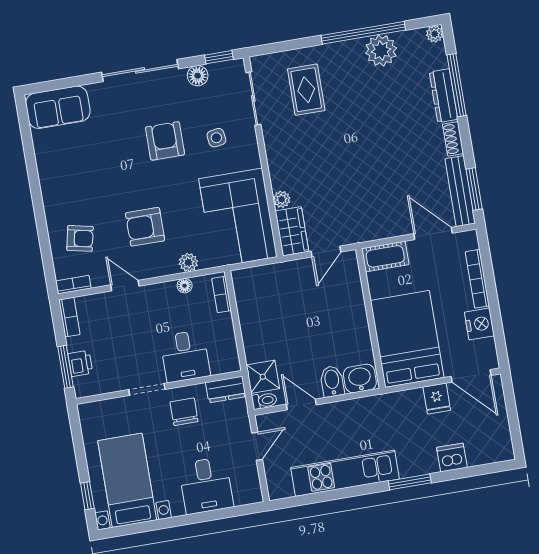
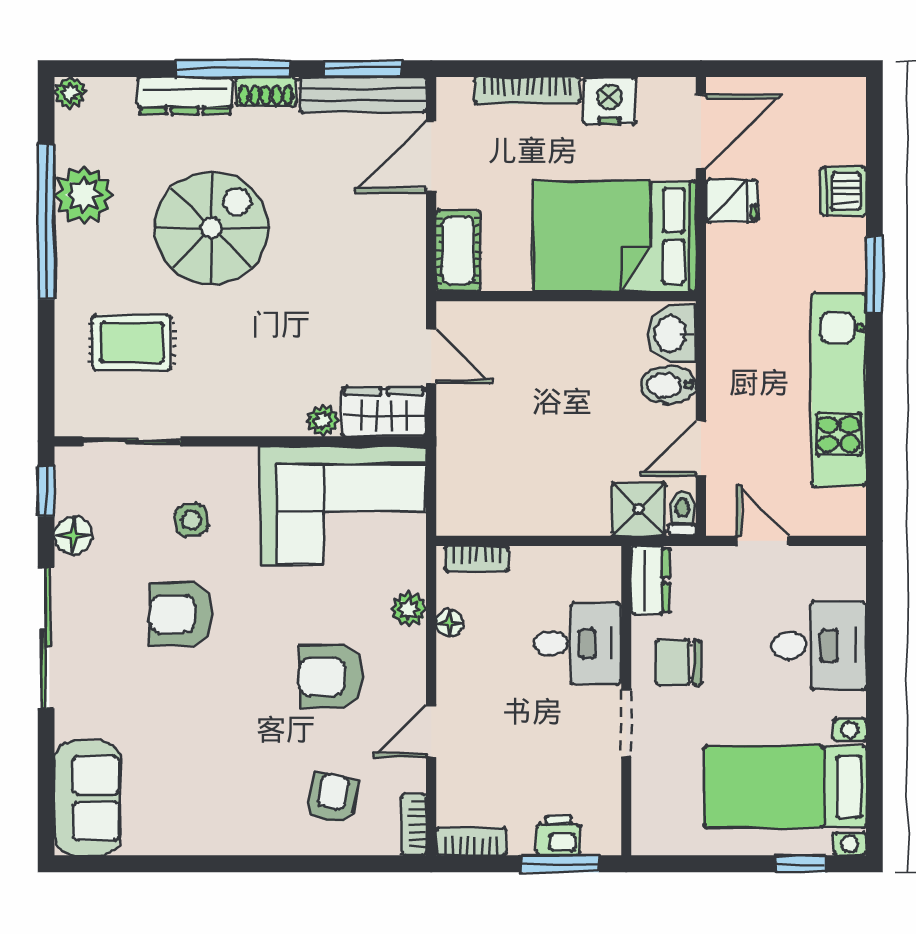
window: (457, 85) -> (233, 69), moved
spiral stairs: (375, 122) -> (211, 228), added
armchair: (145, 227) -> (331, 677), turned 90

